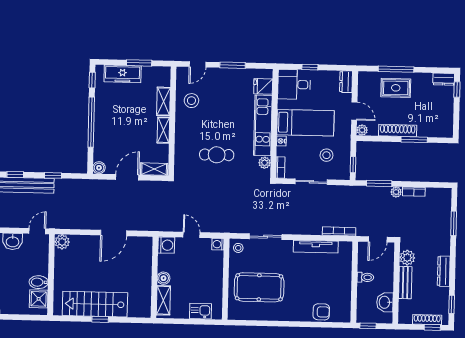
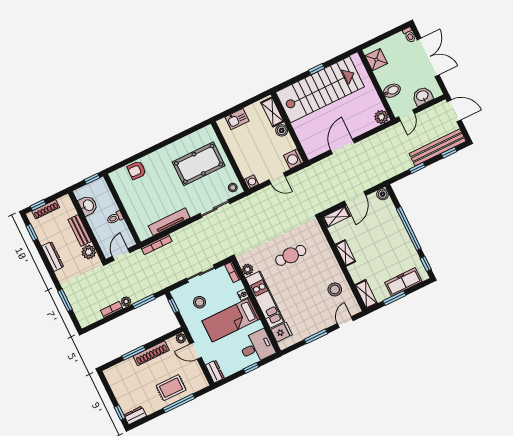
shelving: (164, 101) -> (366, 294), moved
bidet: (39, 282) -> (392, 91), moved
stairs: (95, 304) -> (320, 89), width x1.36, depth x1.51

